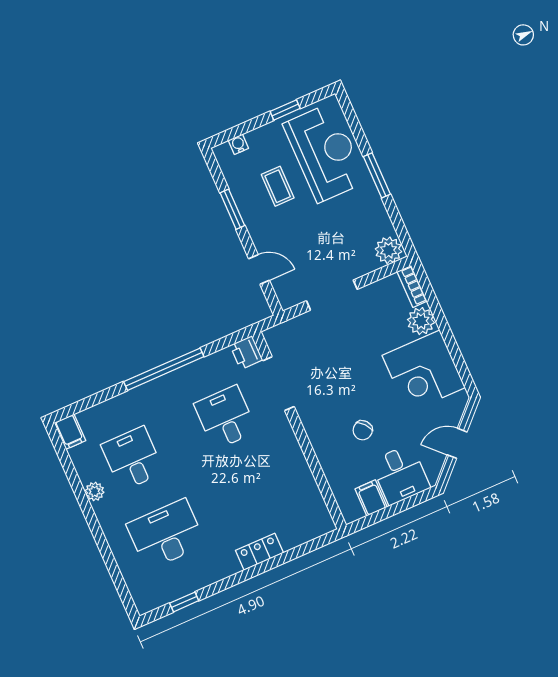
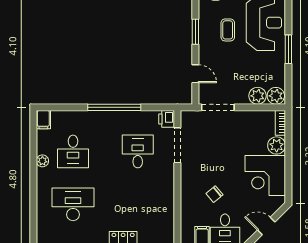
plant: (362, 262) -> (257, 96), added
doorway: (332, 295) -> (218, 107), moved
desk: (133, 459) -> (73, 151), turned 180

